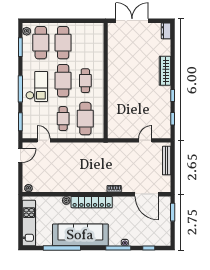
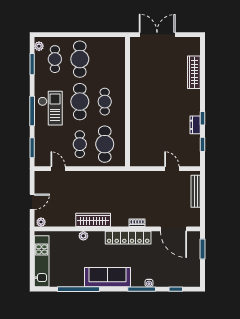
dresser: (166, 31) -> (195, 125), moved
cafe table: (41, 43) -> (55, 59), width x0.73, depth x0.74
wardrobe: (165, 71) -> (194, 72), moved
door: (145, 140) -> (172, 169), hinge flipped
door: (20, 156) -> (32, 202), moved
wardrobe: (75, 186) -> (93, 220), added
locker: (92, 202) -> (128, 238), moved
sofa: (80, 235) -> (107, 277), width x0.74, depth x0.79

